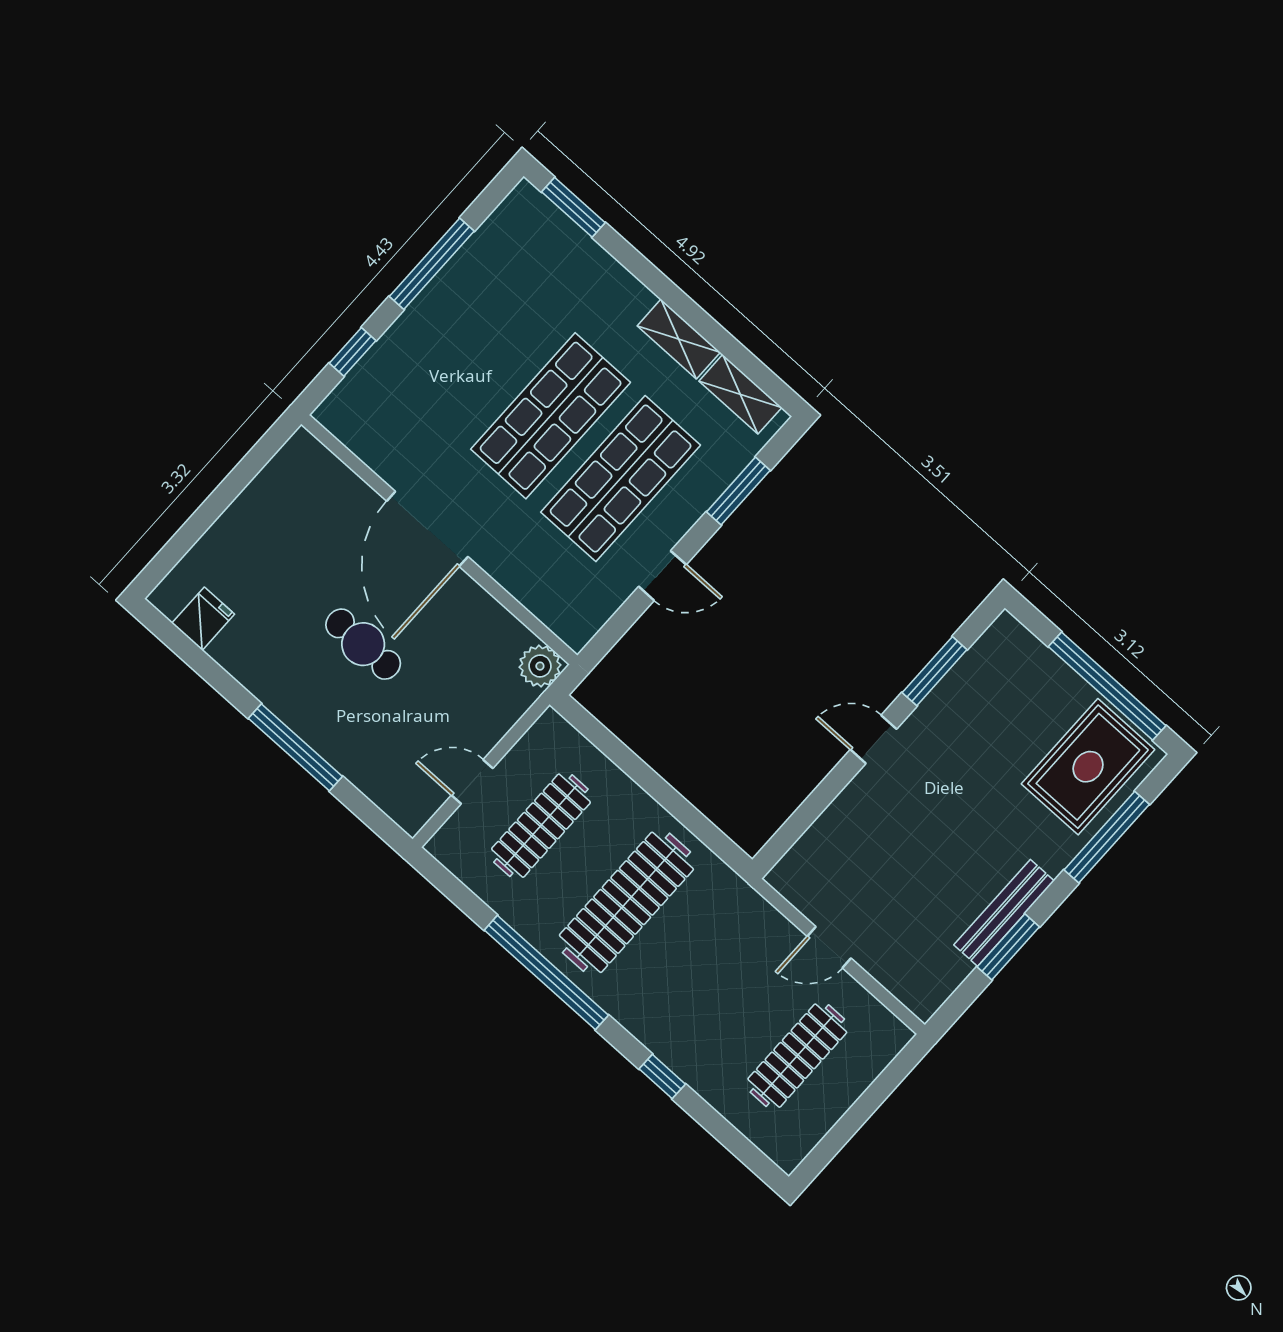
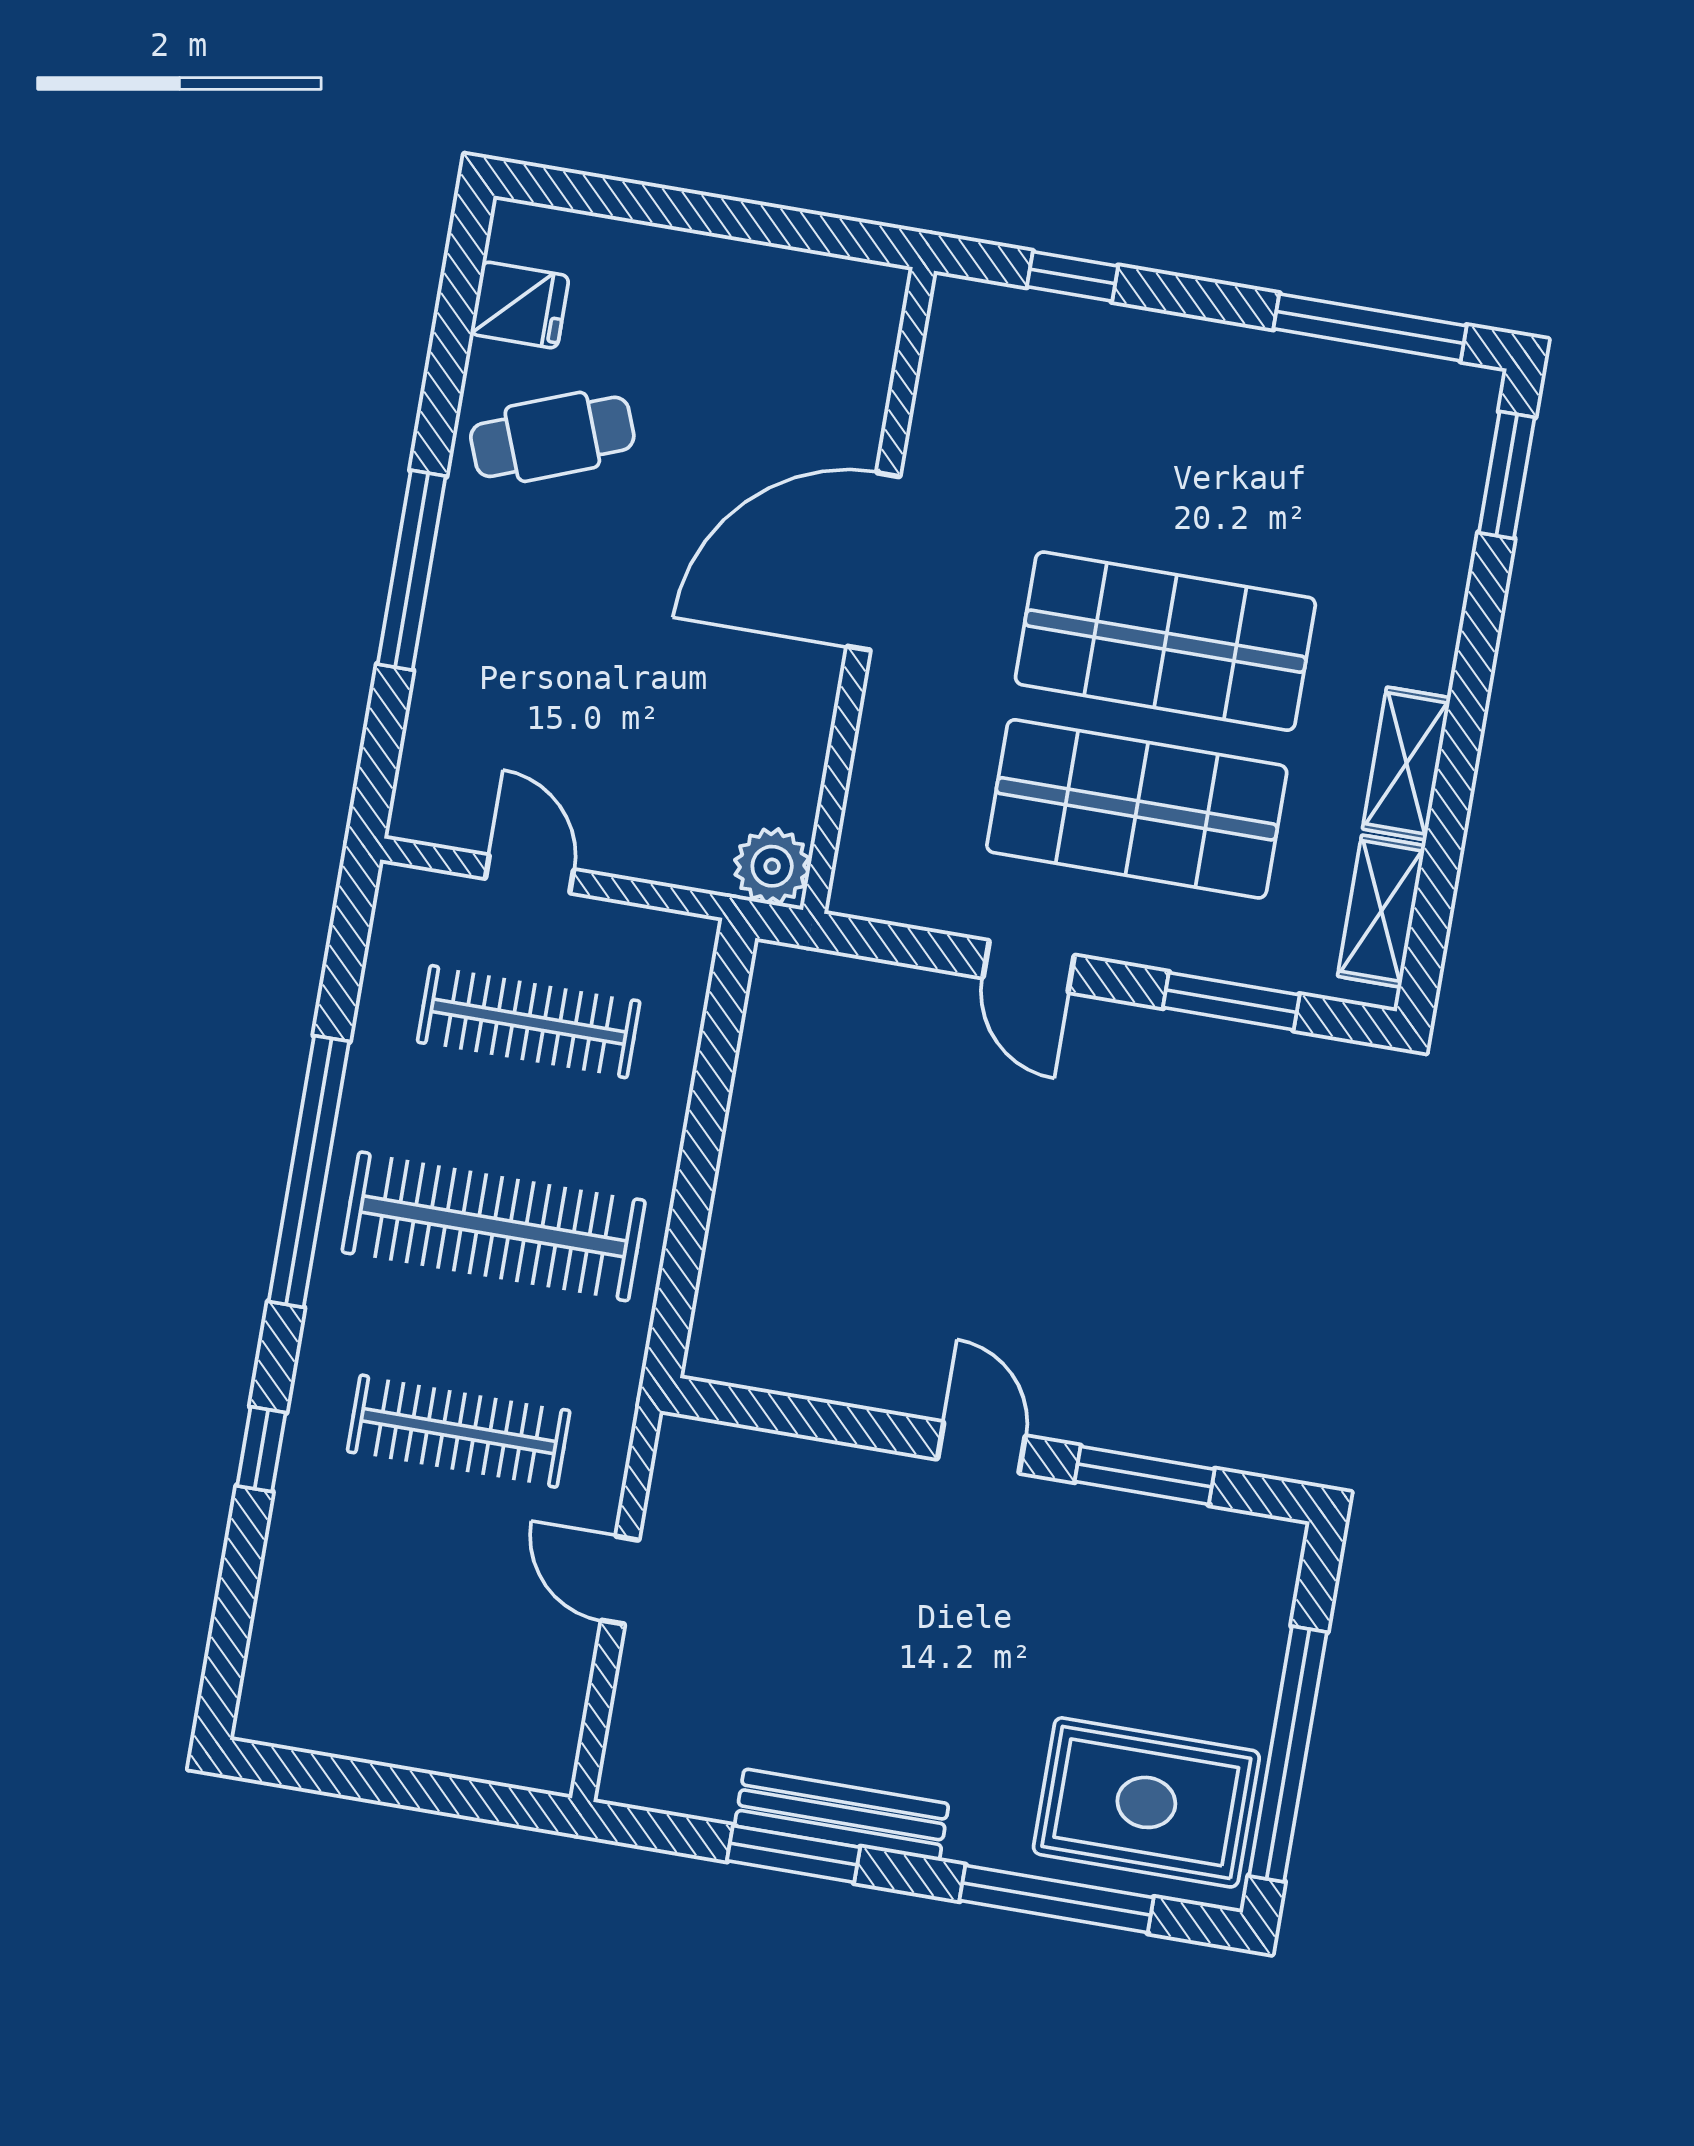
window: (432, 264) -> (1370, 327), moved
cafe table: (363, 644) -> (552, 437), moved, turned 69
clothes rail: (797, 1056) -> (459, 1431), moved

